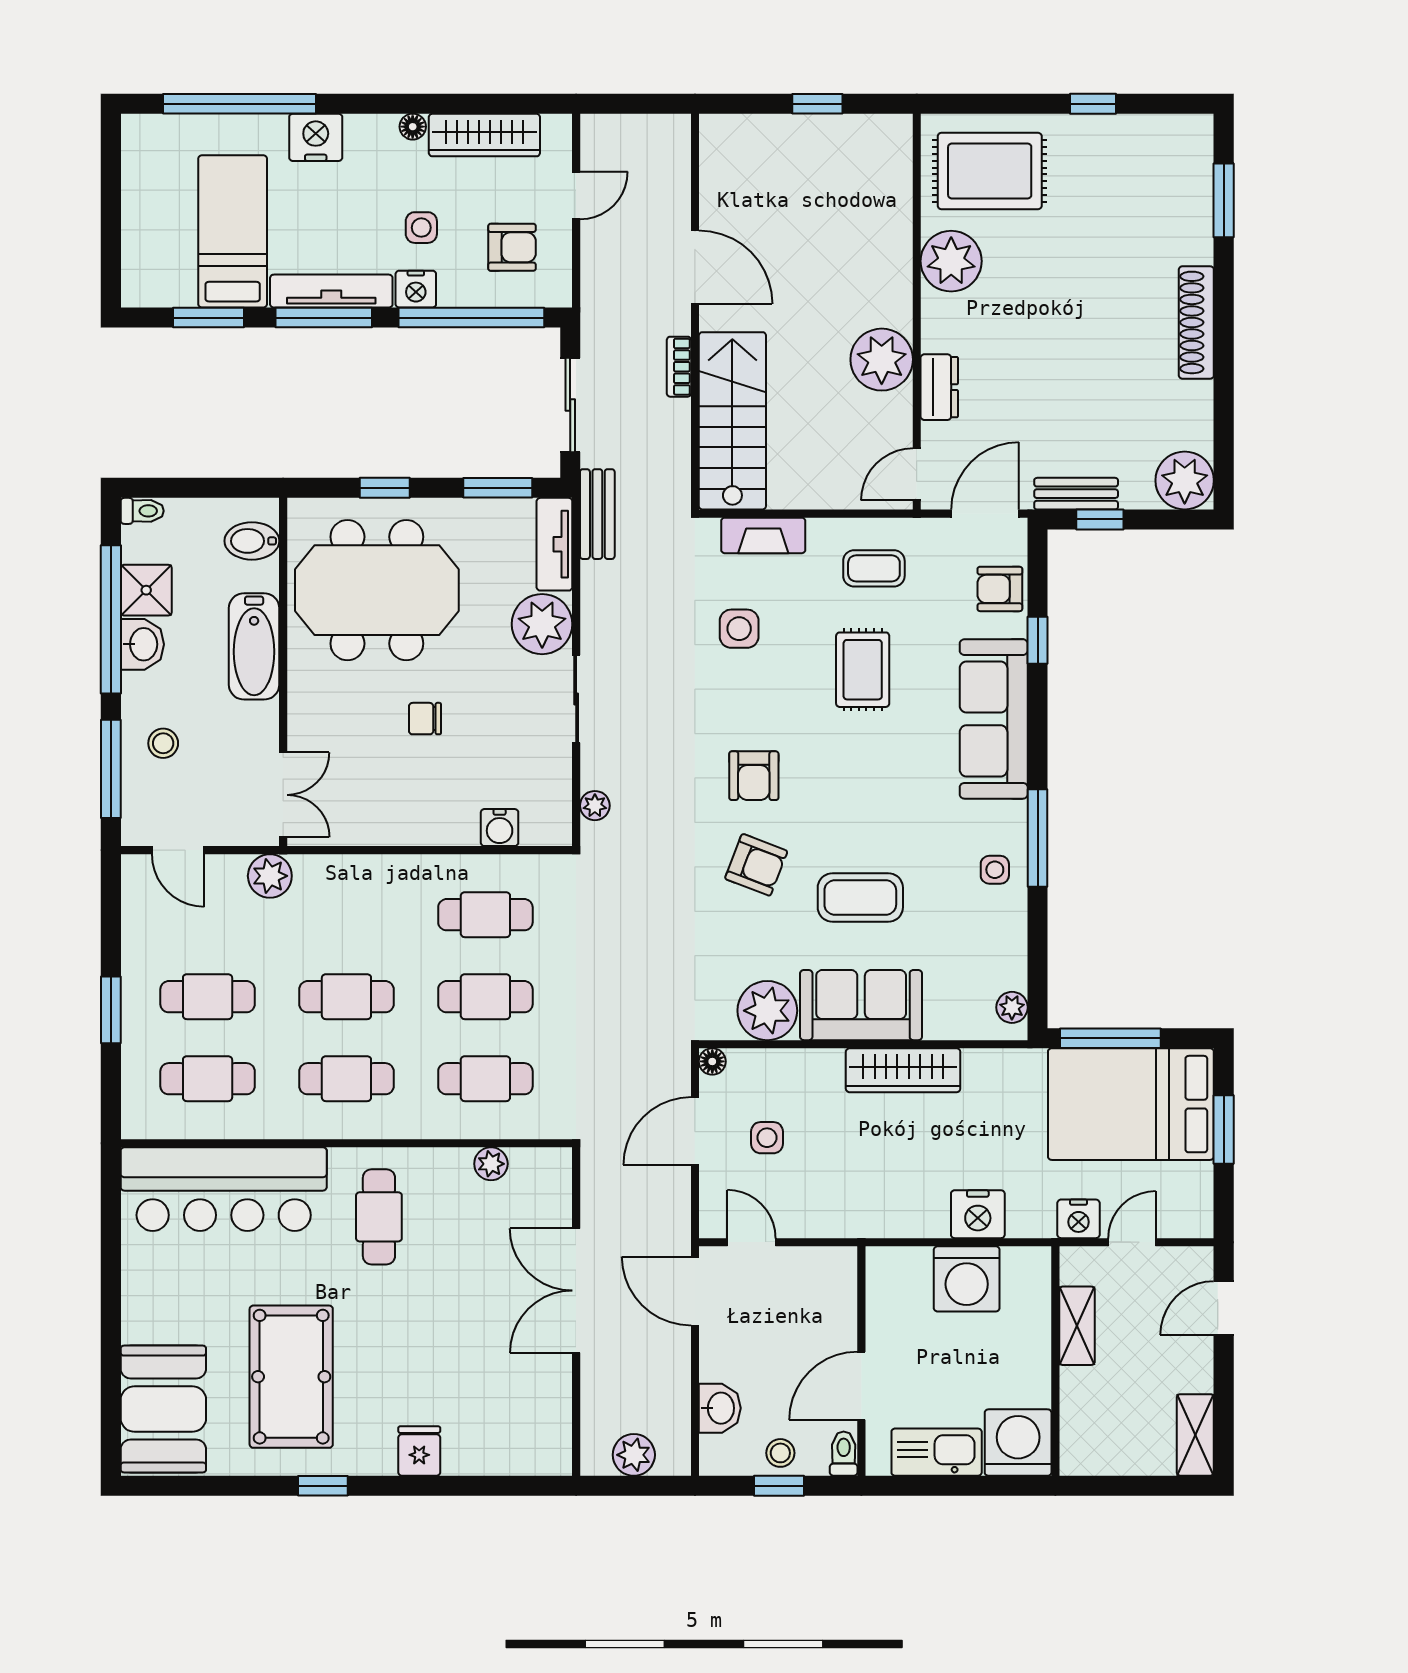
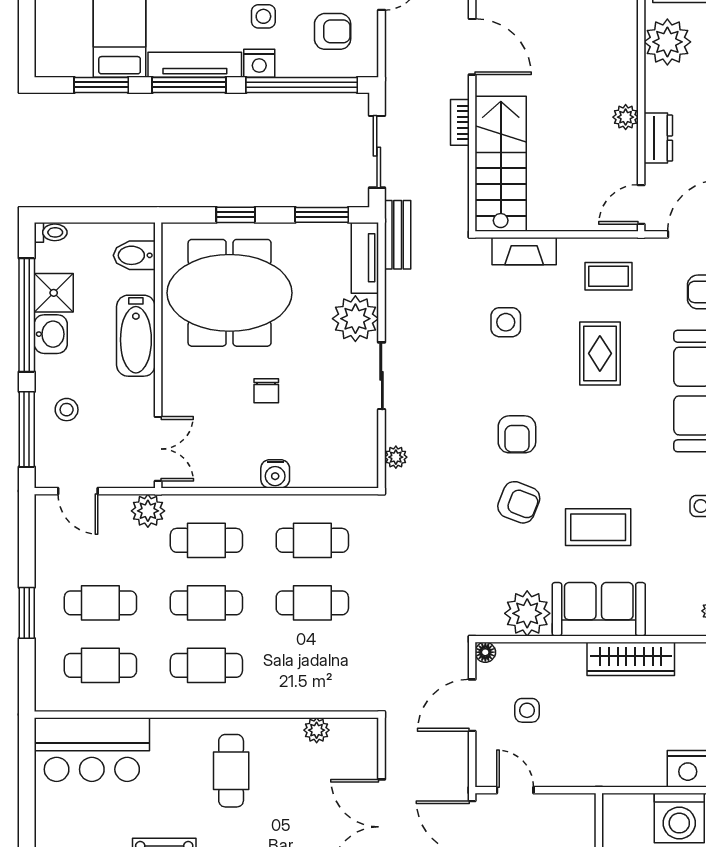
plant: (882, 360) -> (626, 117), width x0.53, depth x0.53
chair: (425, 719) -> (266, 391), turned -90
water cooler: (500, 828) -> (275, 474), moved
cafe table: (485, 1079) -> (206, 540), moved
bar counter: (224, 1189) -> (92, 750), width x0.73

